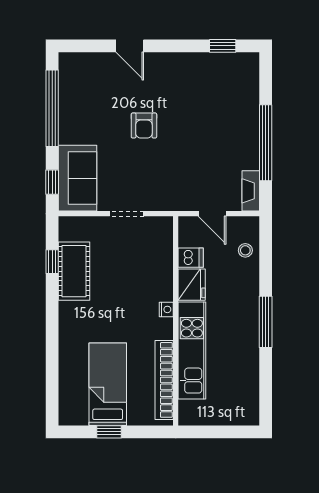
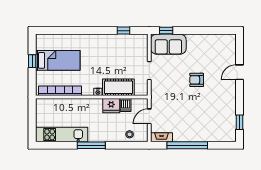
window: (52, 108) -> (206, 31), removed
cot: (74, 271) -> (118, 87), moved
kitchen unit: (192, 350) -> (62, 135), moved, turned 180

